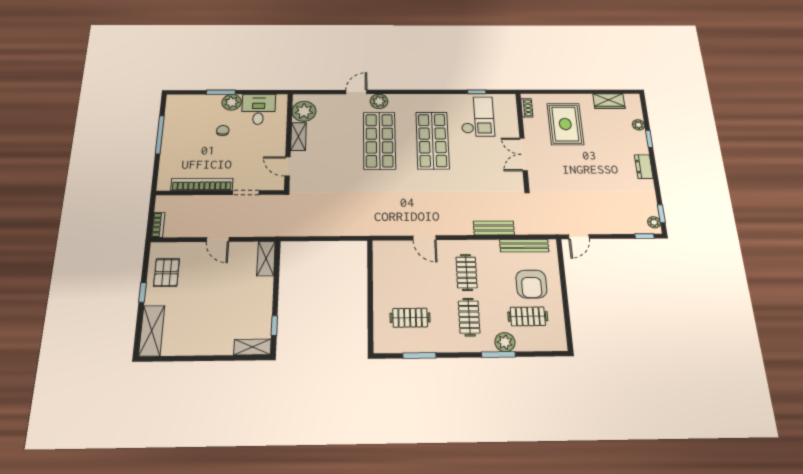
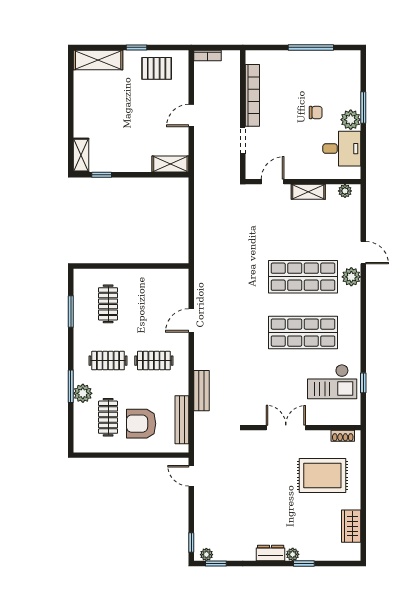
plant: (304, 111) -> (345, 191), width x0.53, depth x0.53
plant: (639, 125) -> (293, 554), moved

